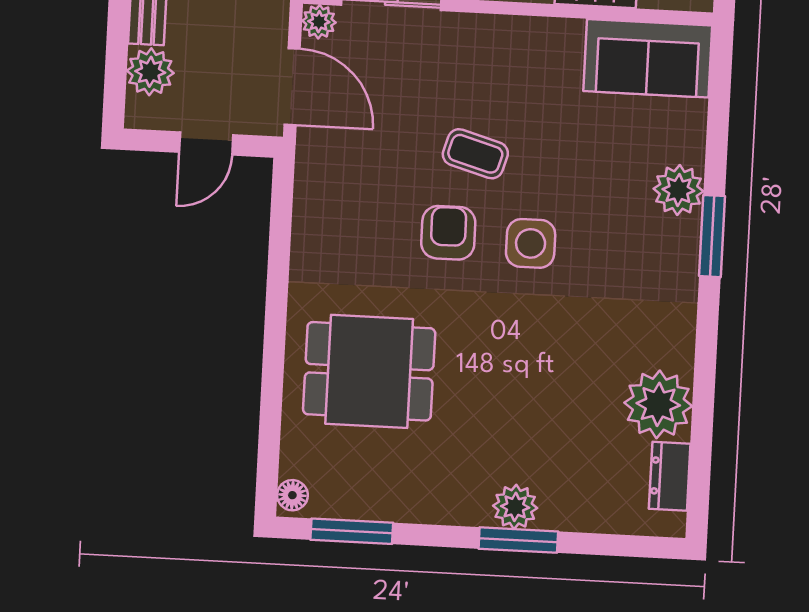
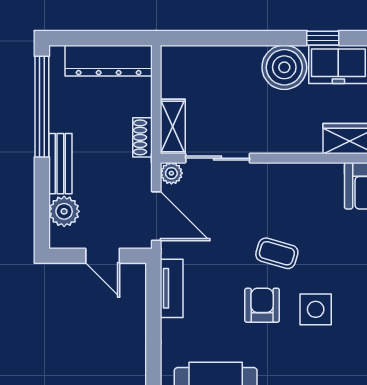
door: (206, 144) -> (103, 256), hinge flipped
tv unit: (310, 199) -> (172, 288), added

